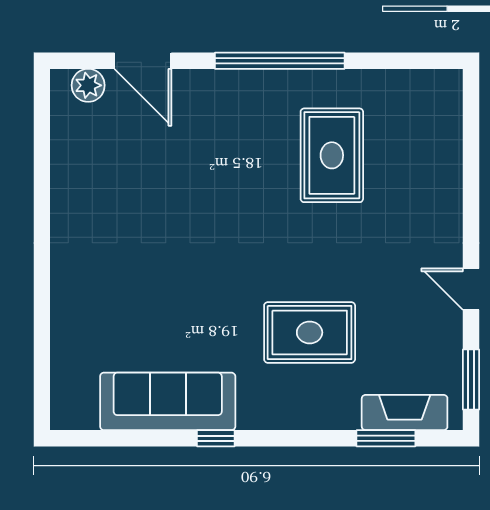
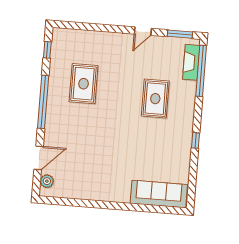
window: (407, 61) -> (47, 50), added
rug: (332, 155) -> (84, 84), turned 90
sofa: (168, 401) -> (159, 194), moved, turned 90
window: (386, 438) -> (201, 71), width x2.11

